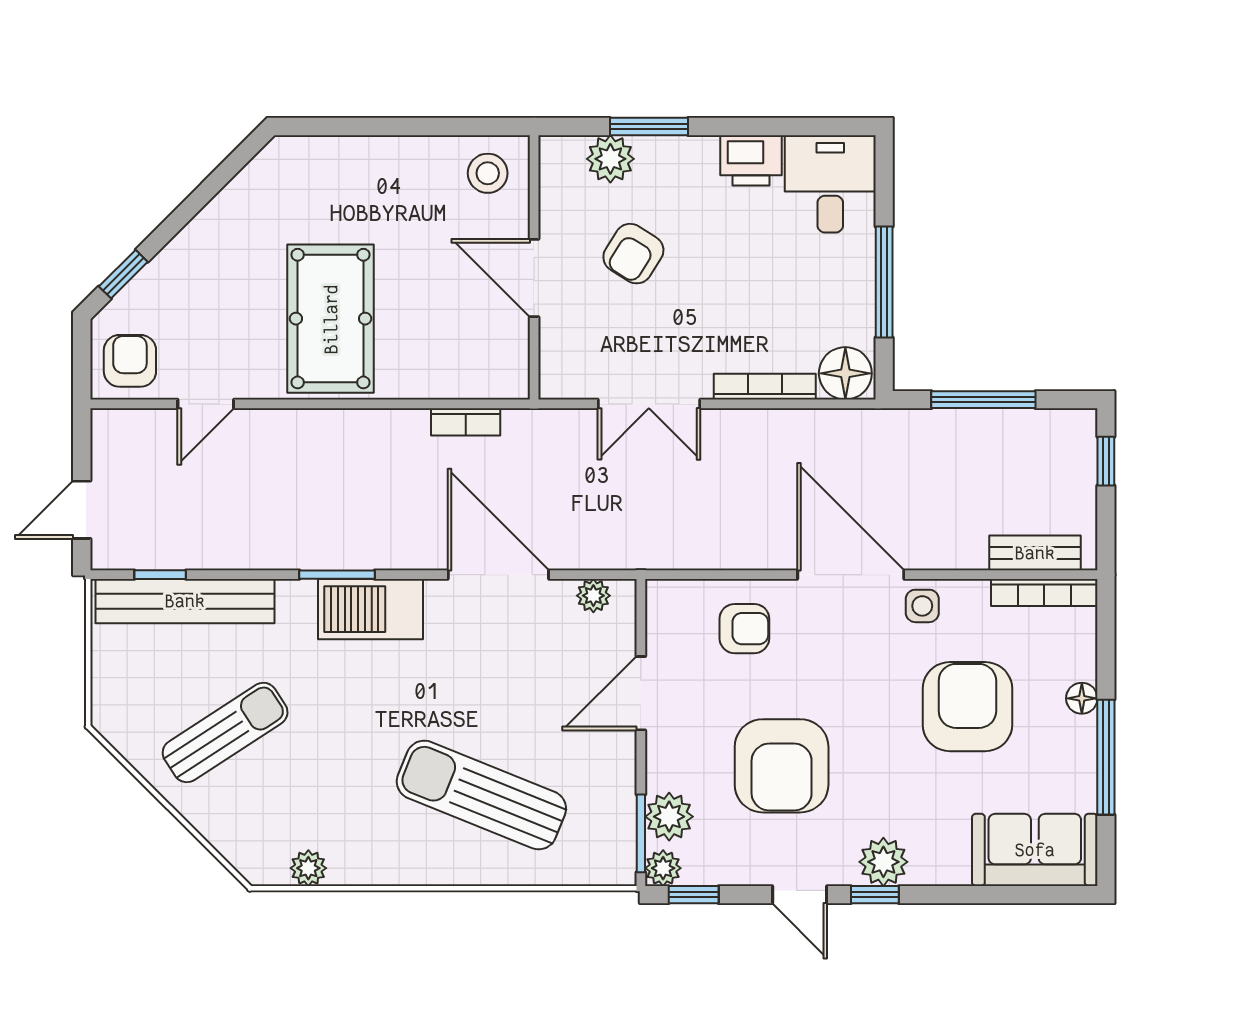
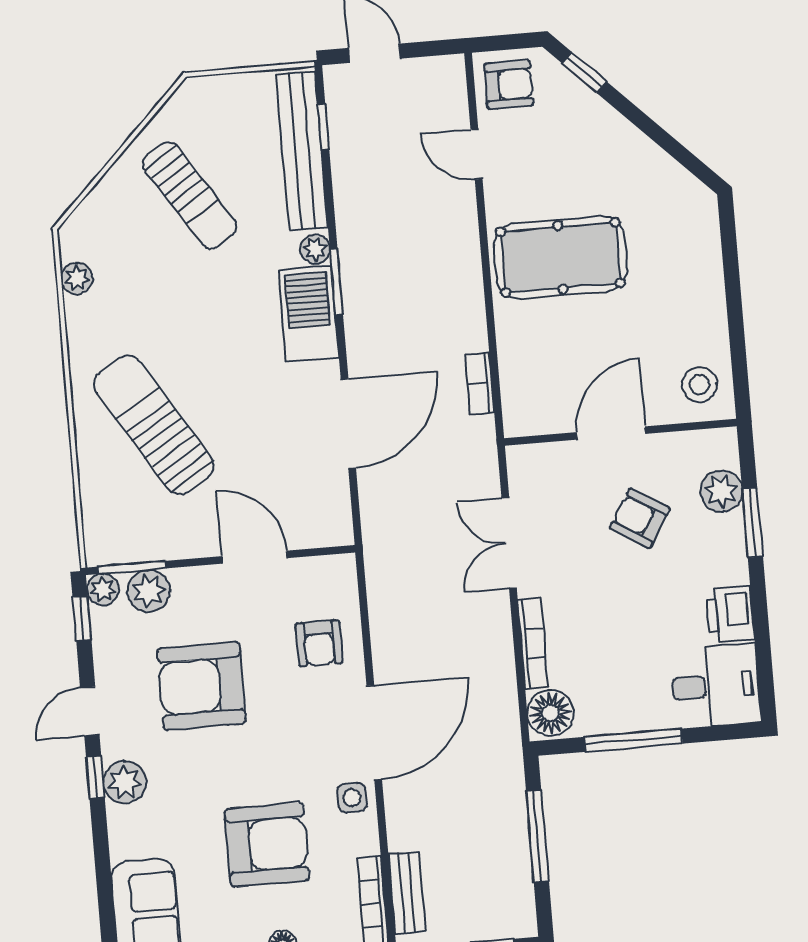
plant: (593, 596) -> (315, 249), moved
sun lounger: (481, 795) -> (154, 425), turned -54

